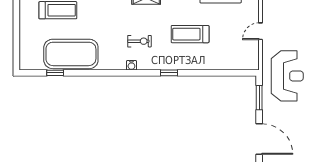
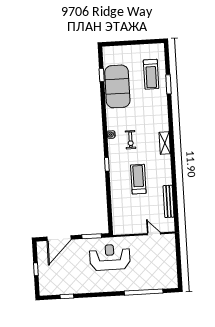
door: (261, 31) -> (154, 234), moved
reception desk: (287, 76) -> (110, 257), turned 180

